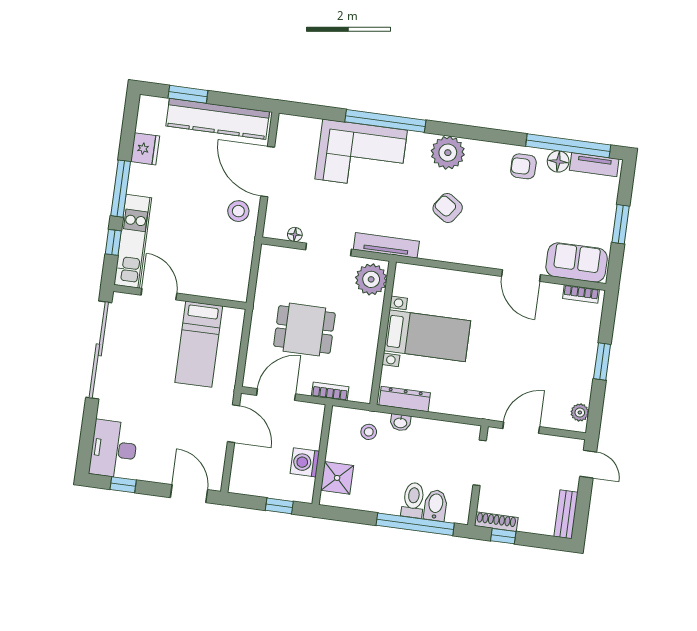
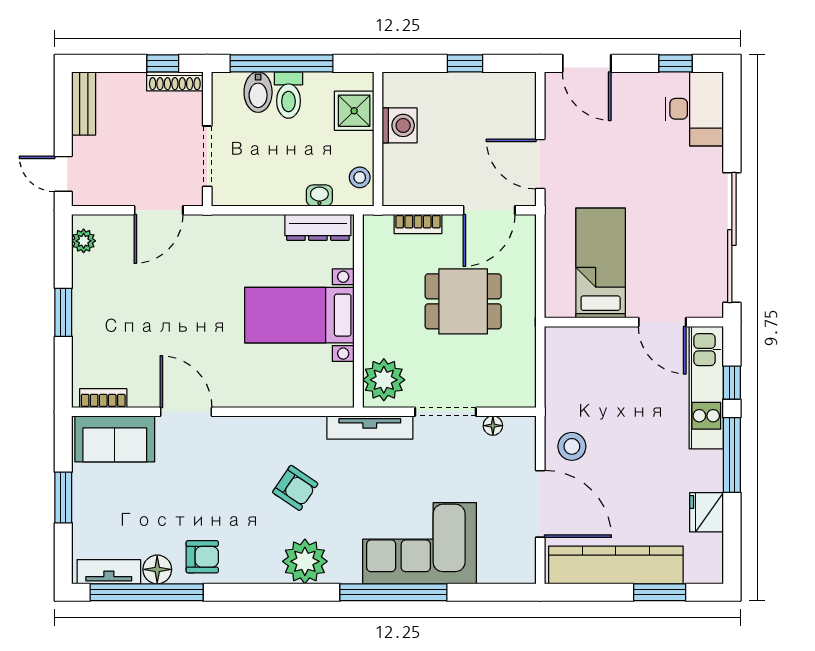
wall: (322, 455) -> (378, 139), moved
washing machine: (305, 462) -> (400, 125), moved
shower: (337, 478) -> (354, 111), moved

